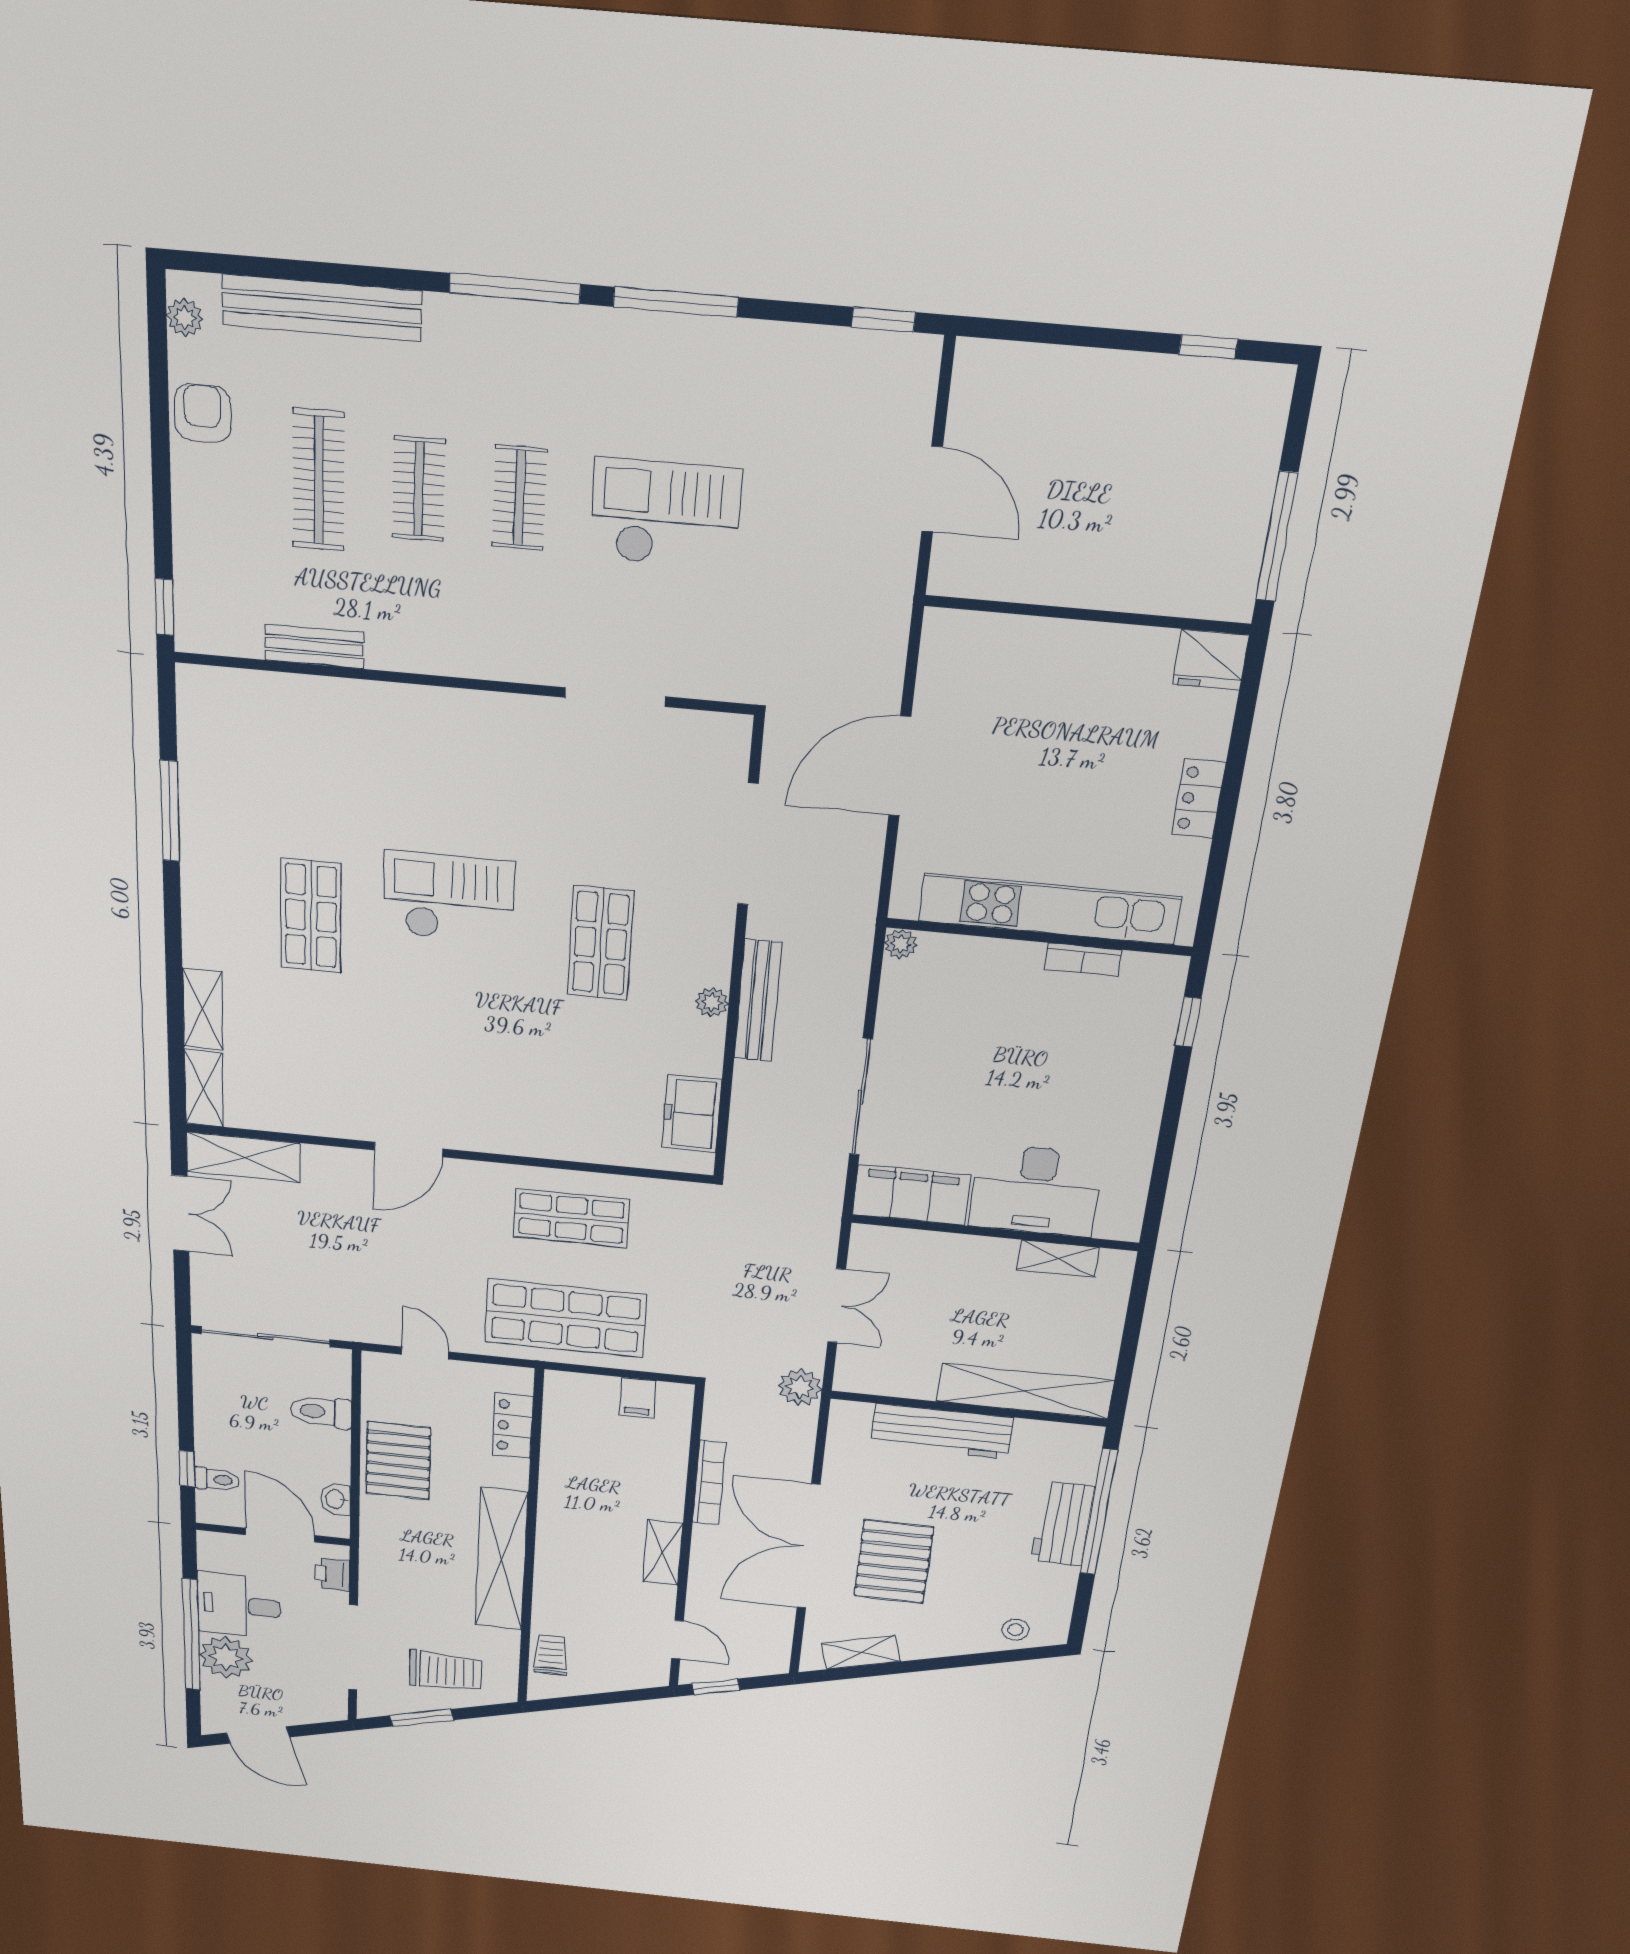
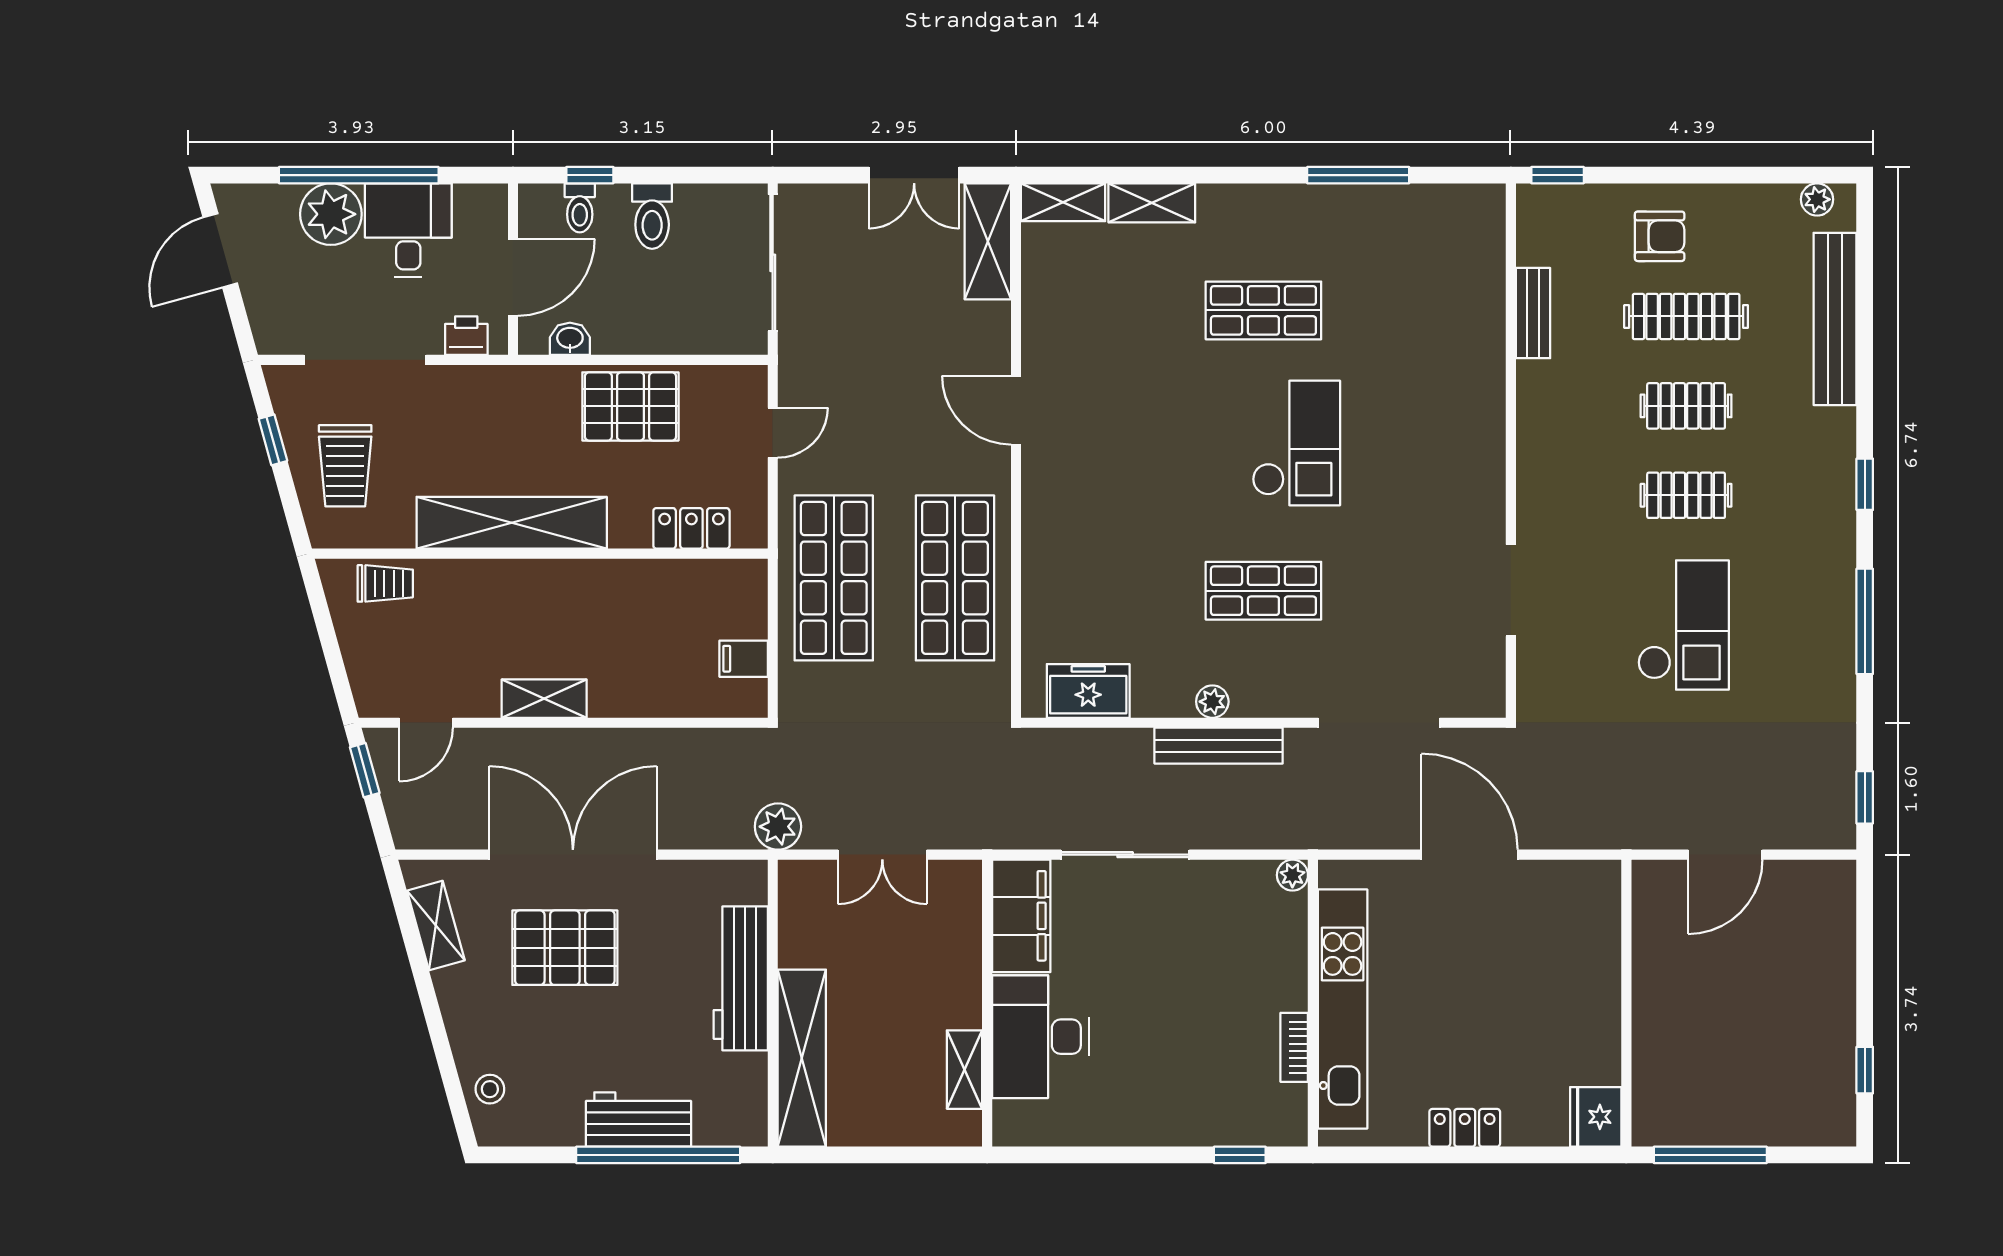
window: (515, 288) -> (1865, 484), width x0.46
armchair: (203, 413) -> (1660, 236), moved
shop shelf: (571, 1218) -> (955, 578), width x1.43, depth x1.36
toilet: (321, 1412) -> (652, 216), moved, turned 180
bookcase: (709, 1482) -> (644, 742), removed
window: (422, 1718) -> (273, 440), width x0.67

